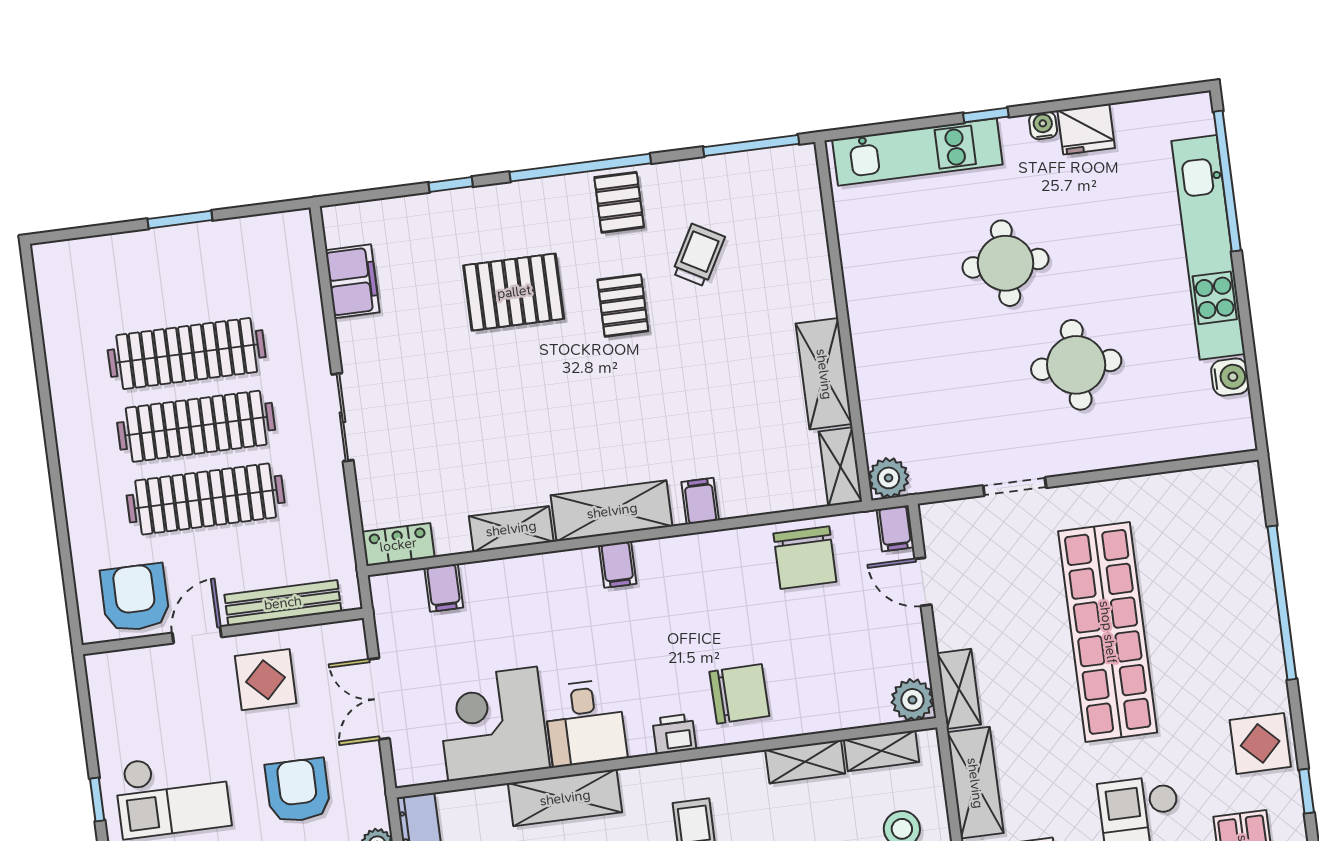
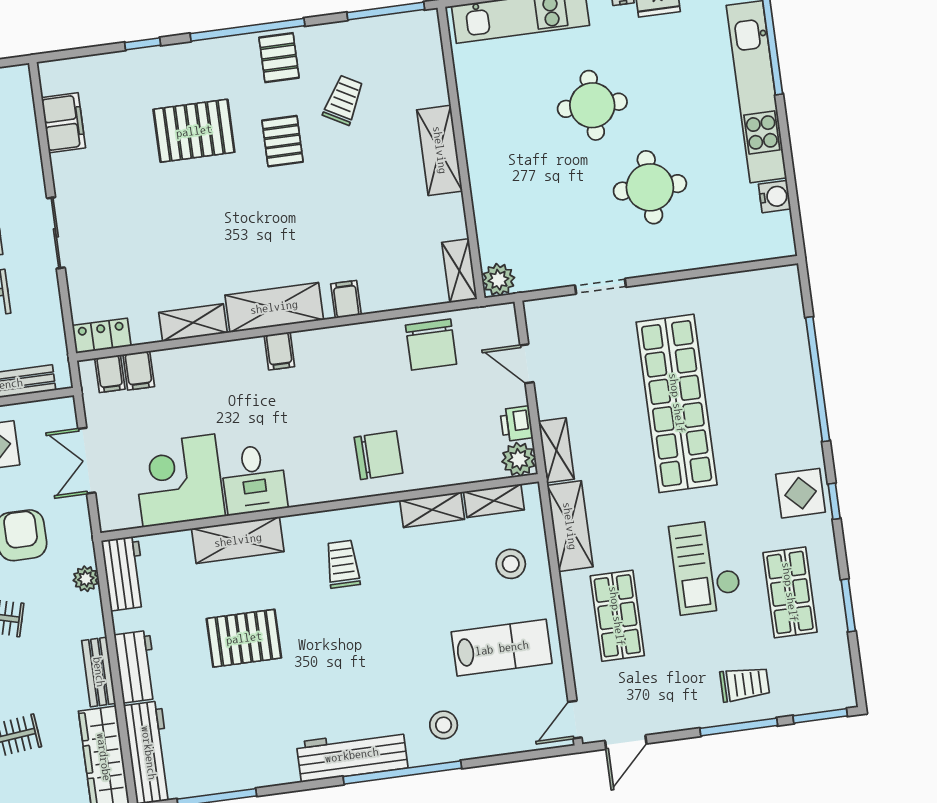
shelving: (824, 374) -> (440, 150), moved
filing cabinet: (895, 528) -> (110, 374), moved
printer: (674, 734) -> (516, 424), moved, turned -90
window: (1306, 791) -> (834, 501), moved

